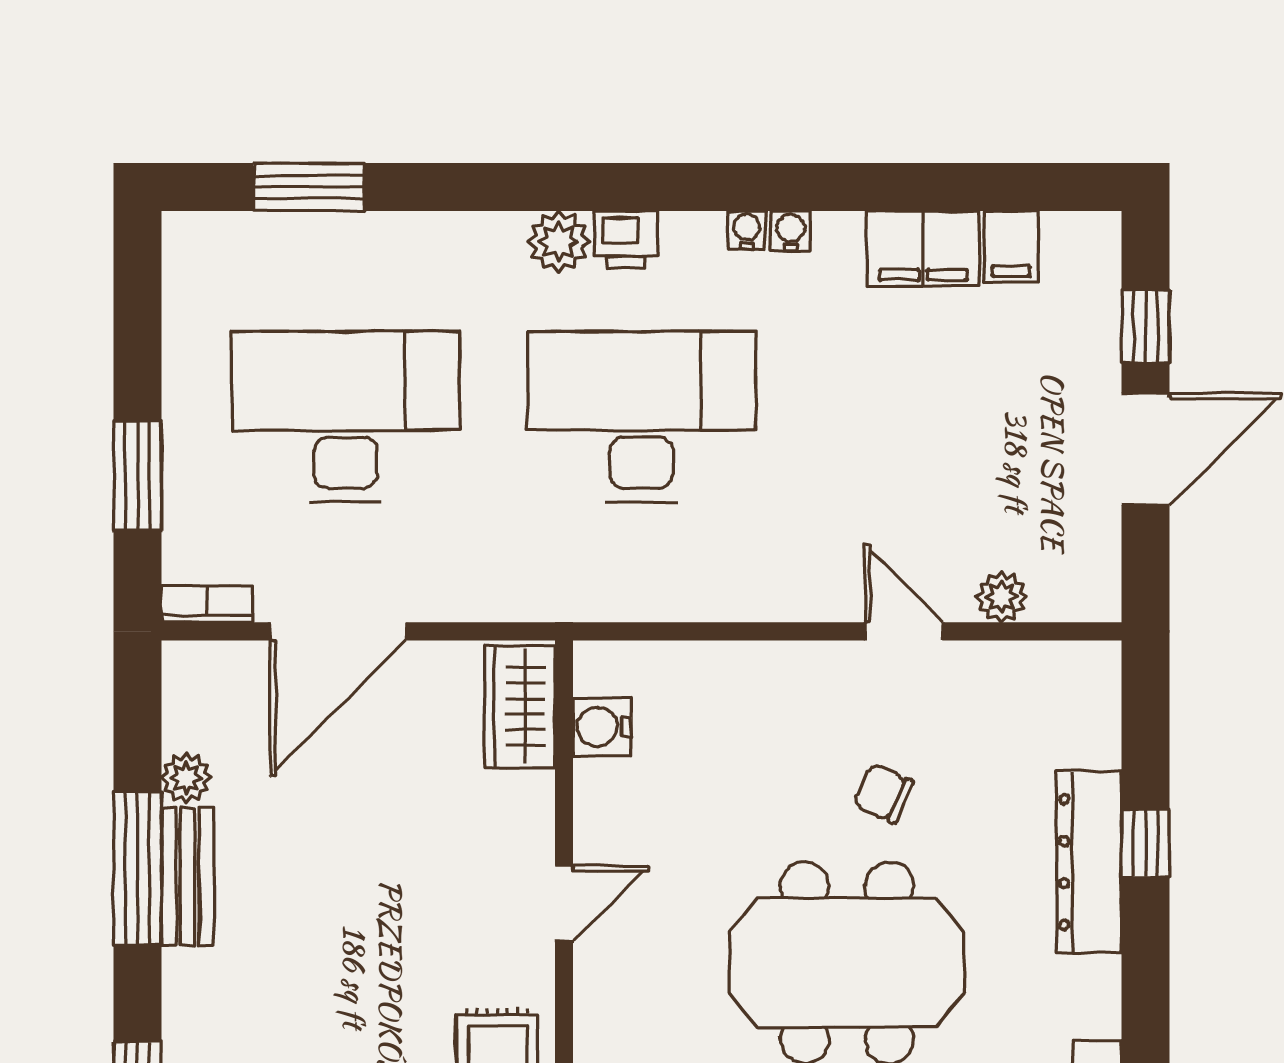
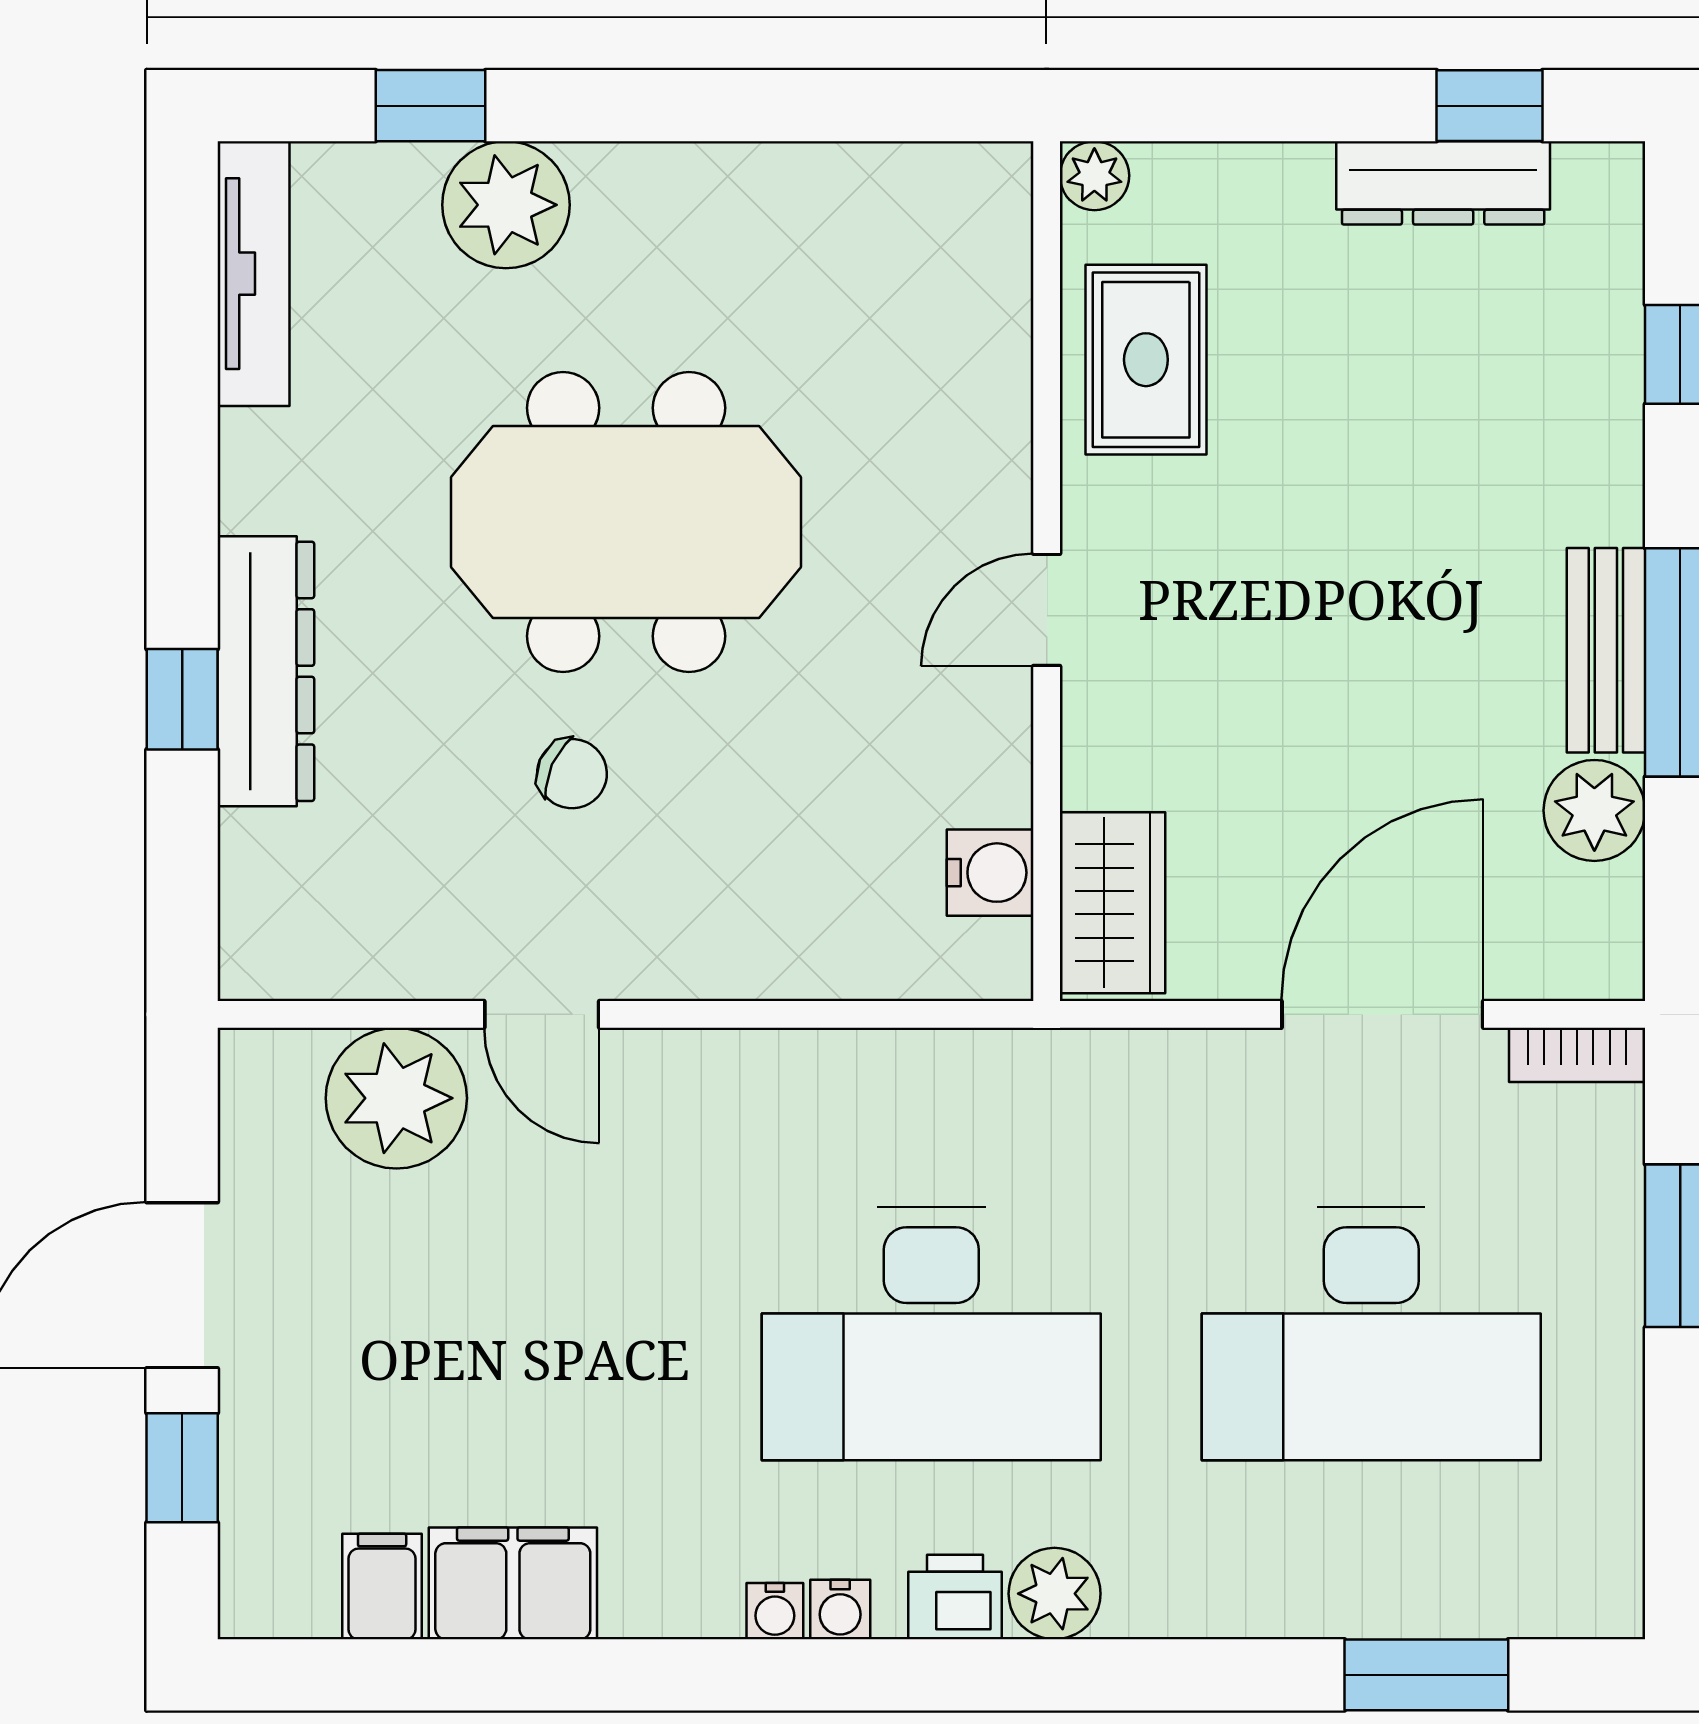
water cooler: (791, 231) -> (840, 1610), moved
plant: (1002, 597) -> (396, 1098), width x1.88, depth x1.88
plant: (186, 778) -> (1594, 810), width x1.38, depth x1.38

